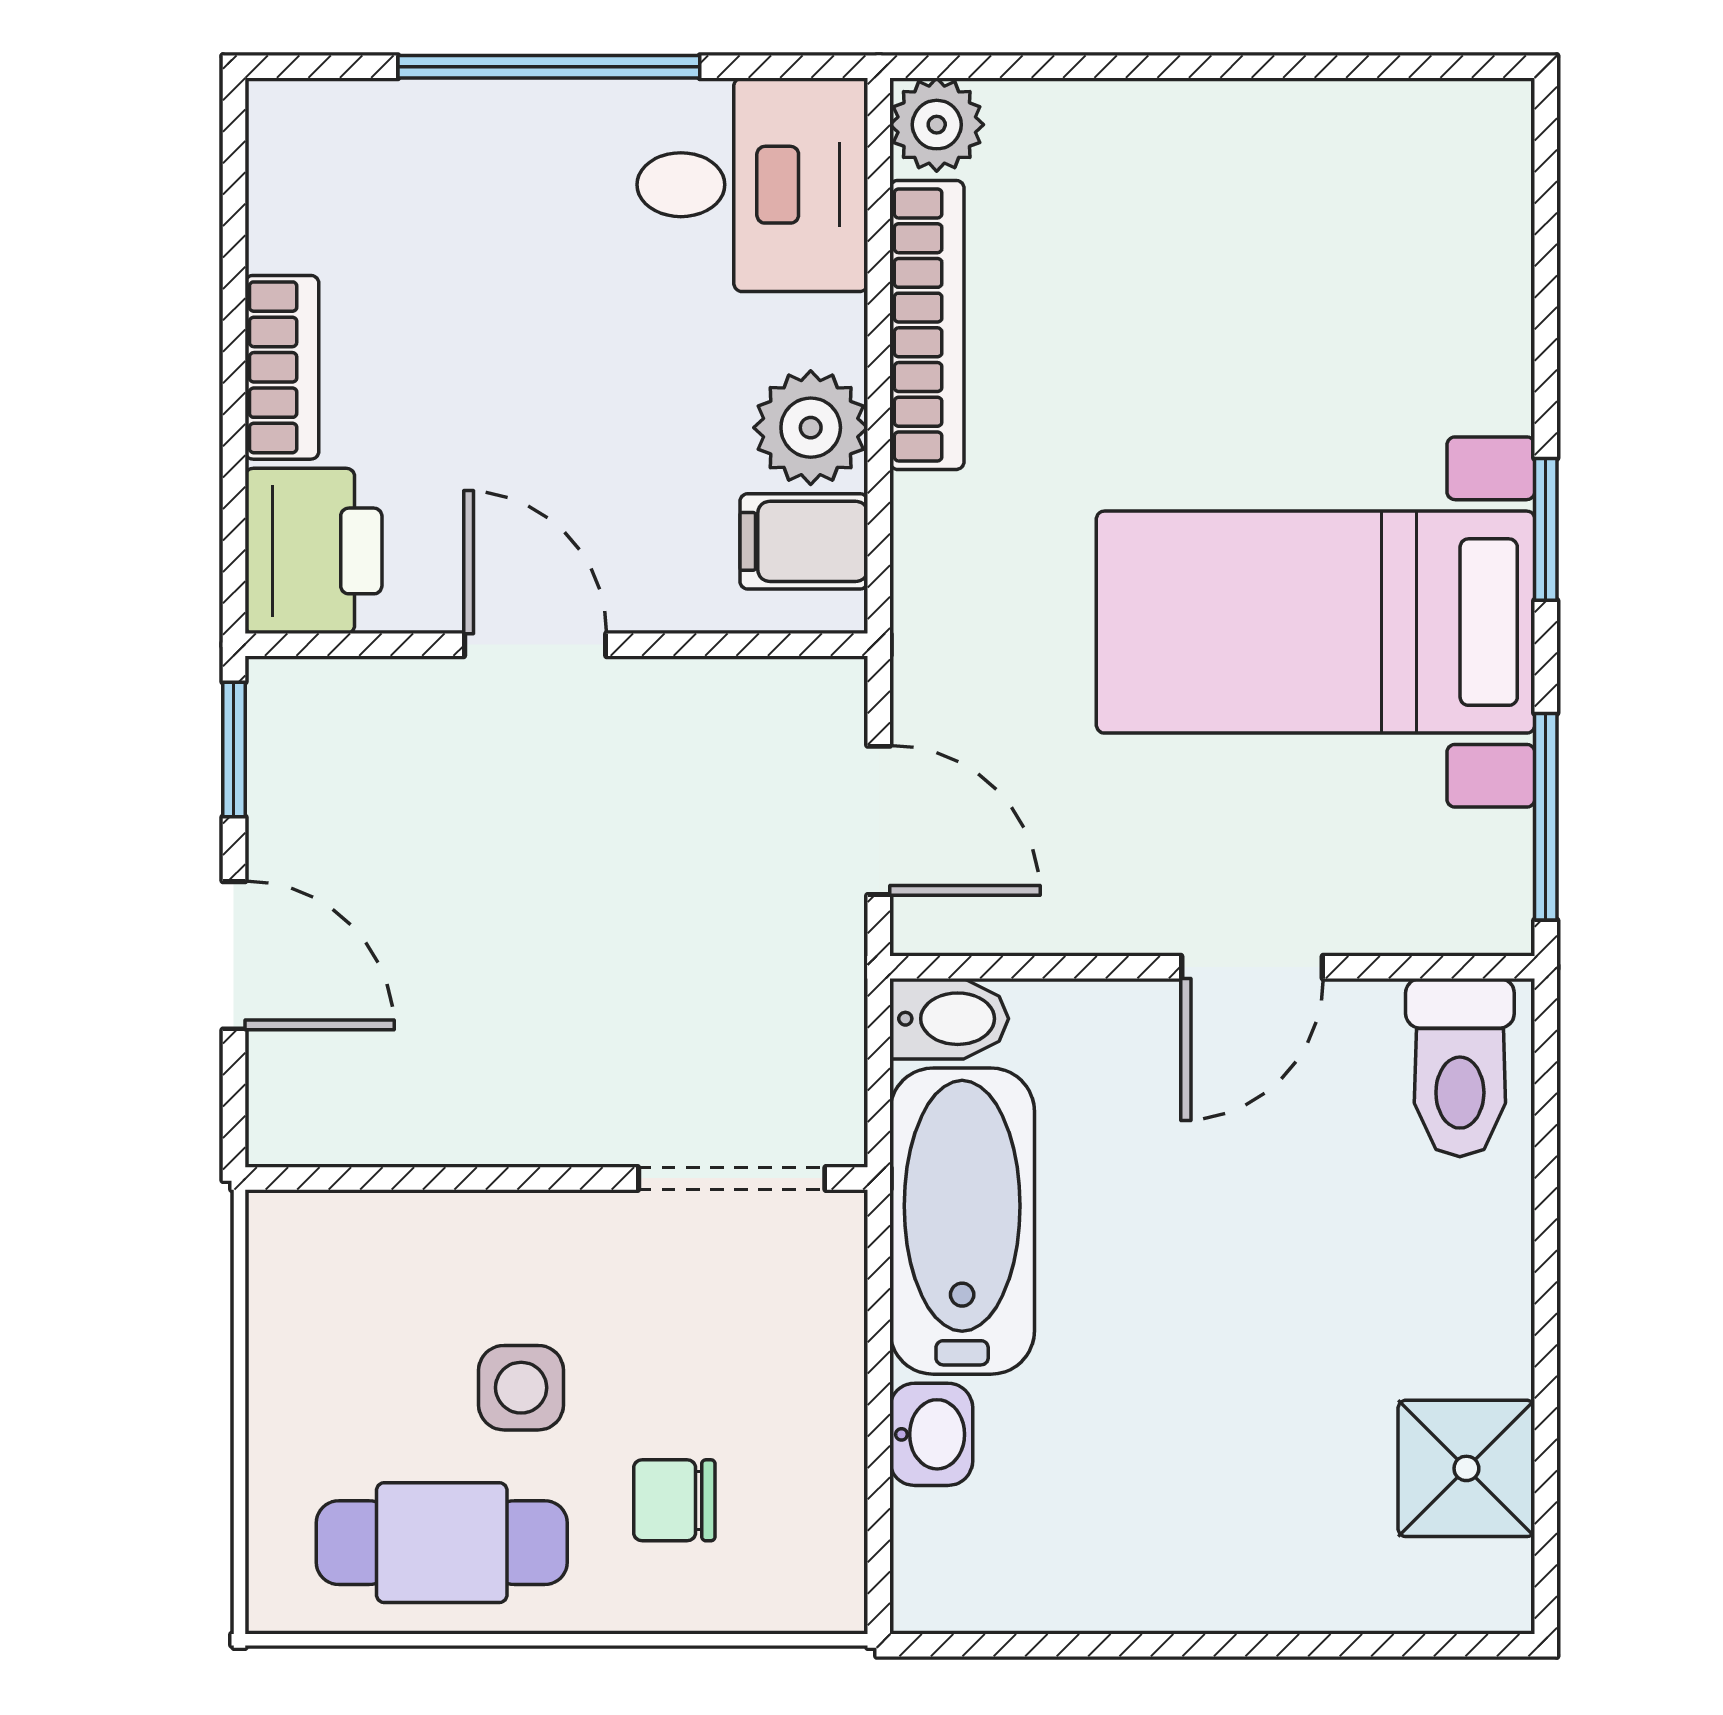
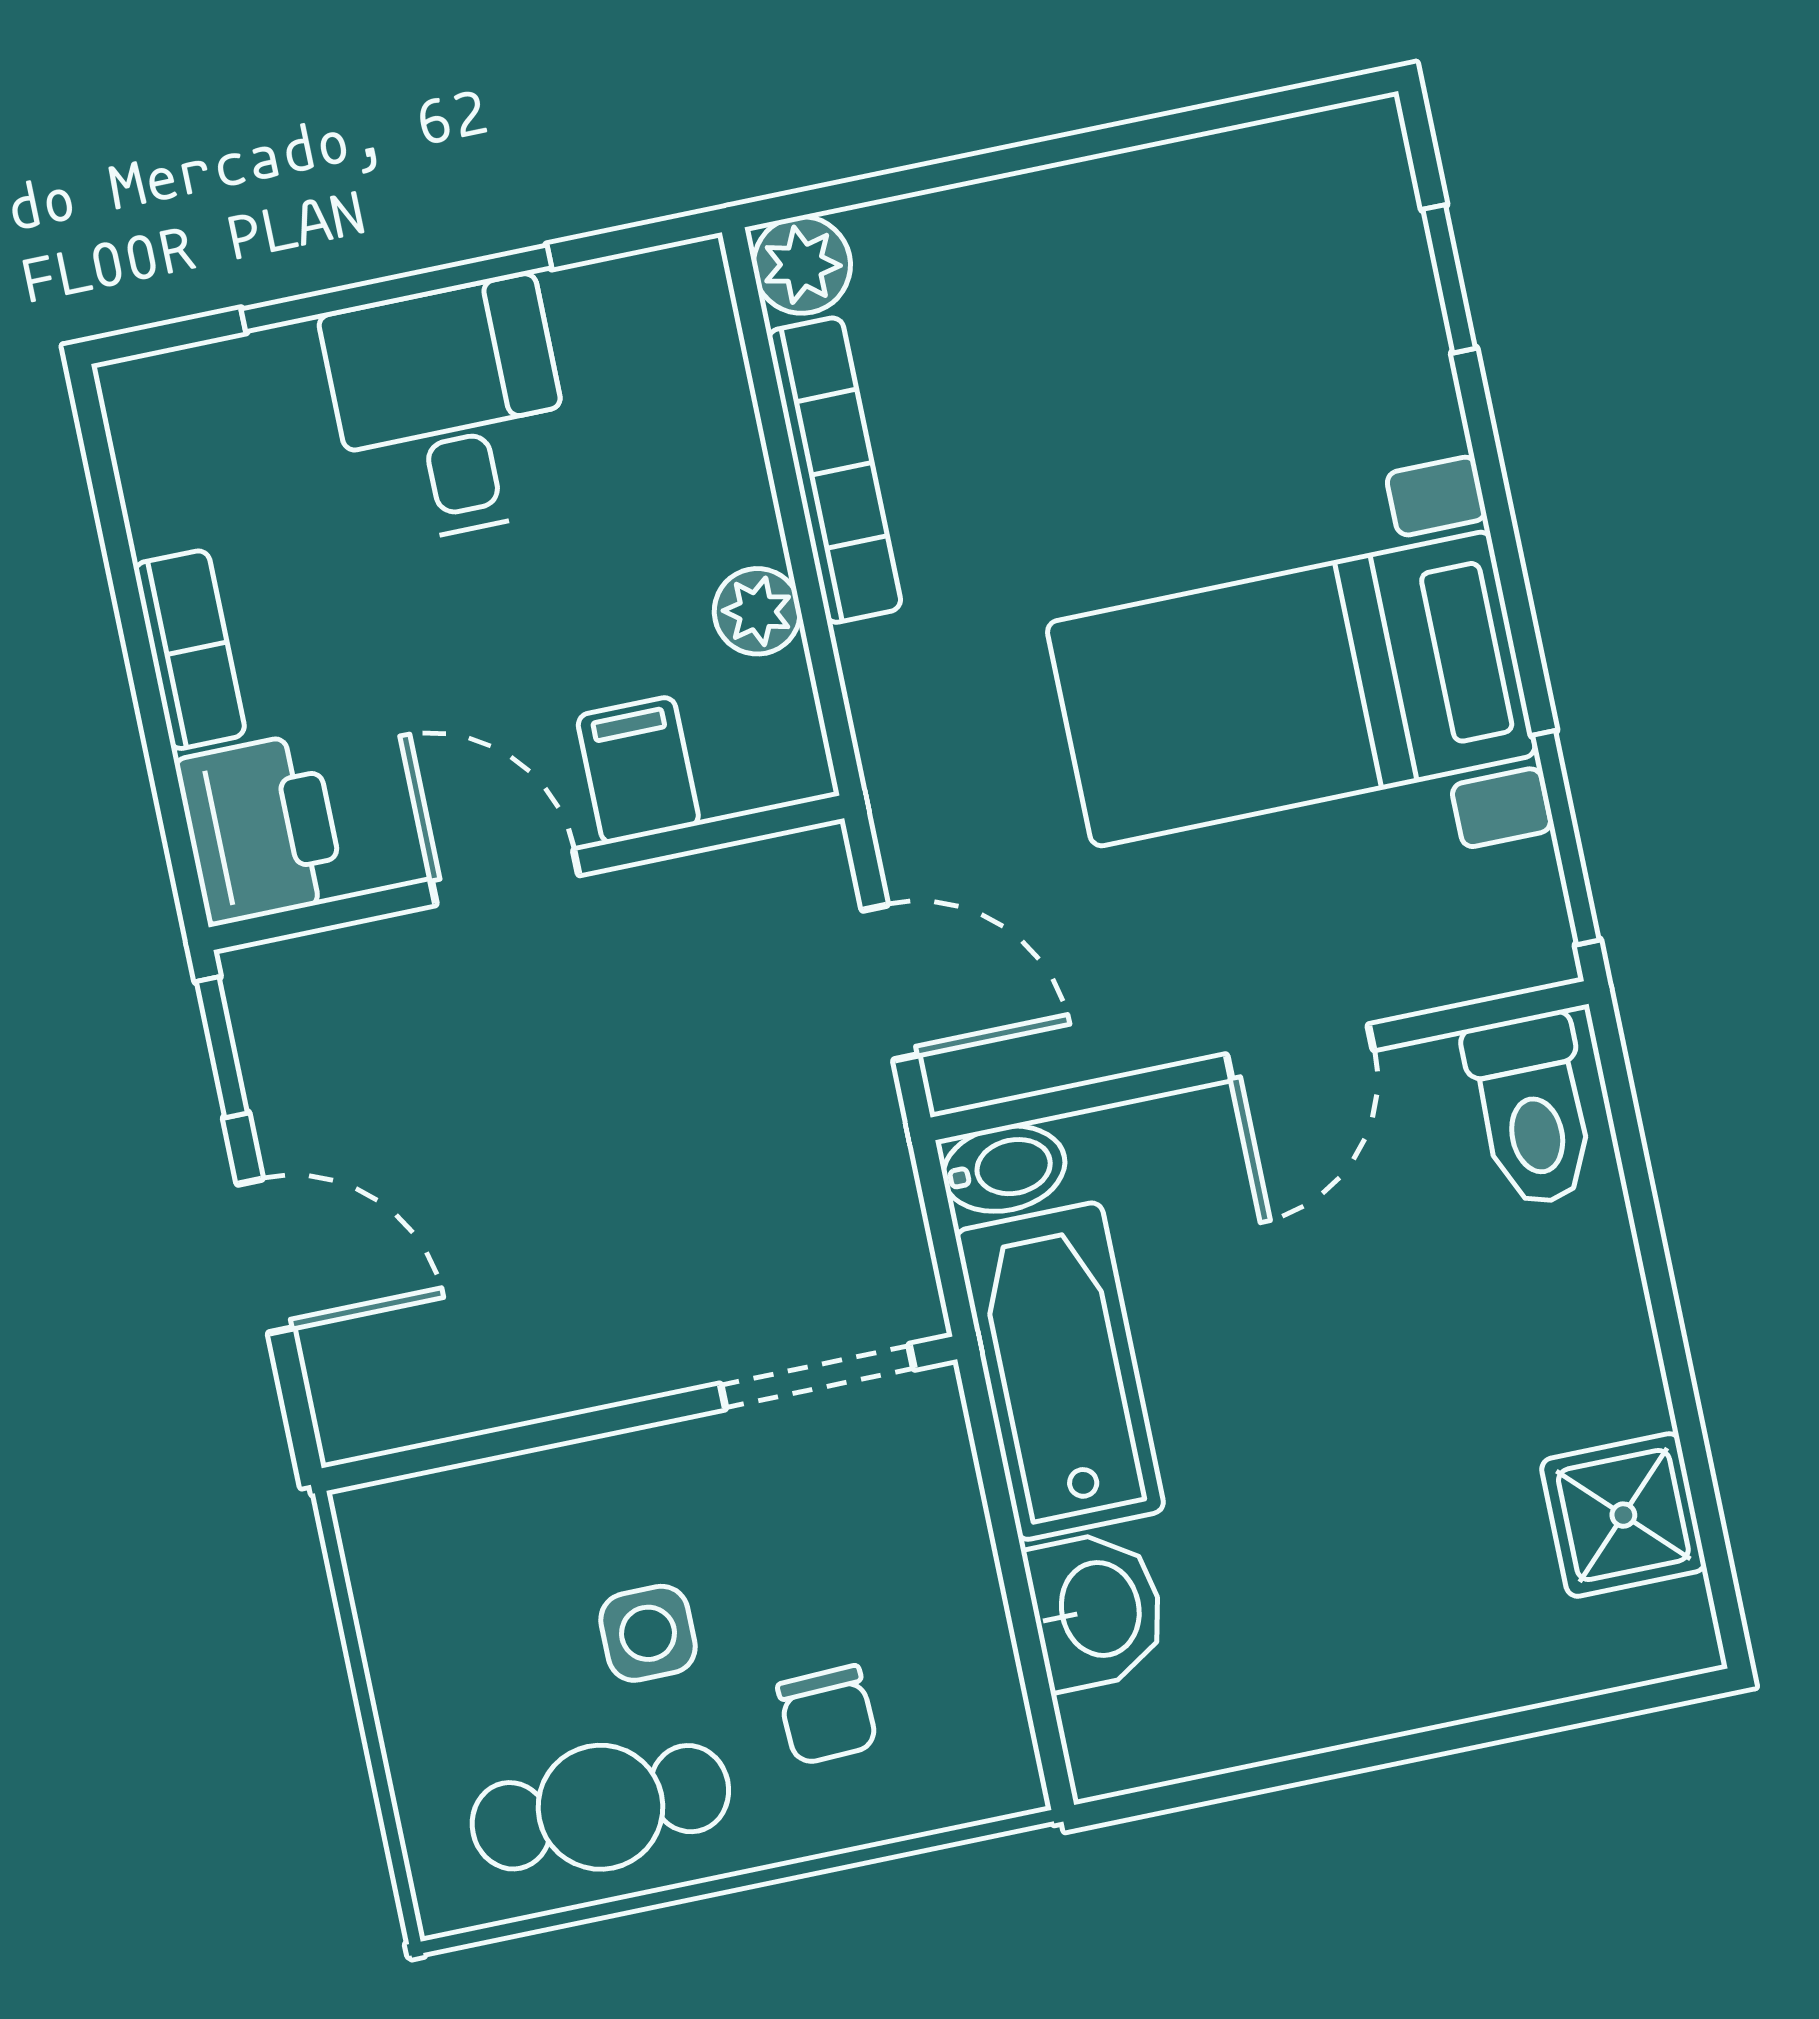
desk: (752, 185) -> (450, 411), moved, turned -90
plant: (811, 428) -> (757, 611), width x0.73, depth x0.73
window: (1546, 529) -> (1449, 279), moved
filing cabinet: (804, 541) -> (638, 770), moved, turned 90
washbasin: (931, 1434) -> (1097, 1610), width x1.38, depth x1.45
chair: (674, 1500) -> (827, 1715), turned -92

